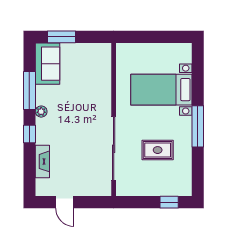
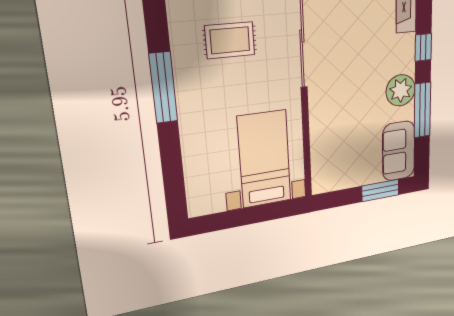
bed with nightstands: (161, 90) -> (264, 159), moved, turned -90
plant: (41, 112) -> (401, 90), width x1.88, depth x1.88

